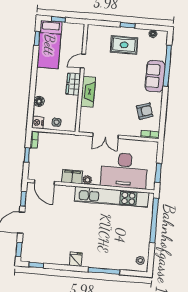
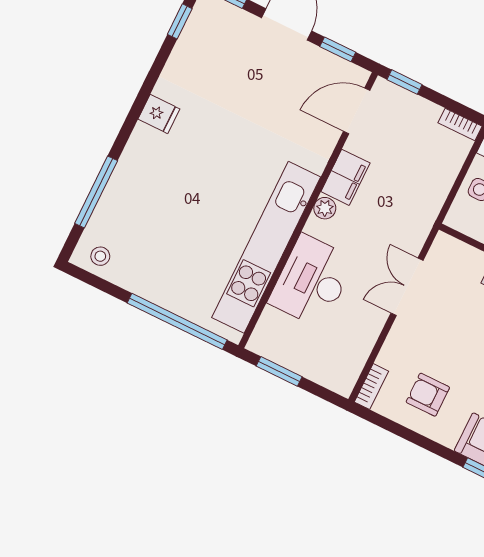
armchair: (145, 111) -> (428, 395), turned 108
window: (27, 155) -> (404, 82), moved
desk: (124, 171) -> (312, 281), width x0.73, depth x0.77
window: (104, 271) -> (96, 192), moved

